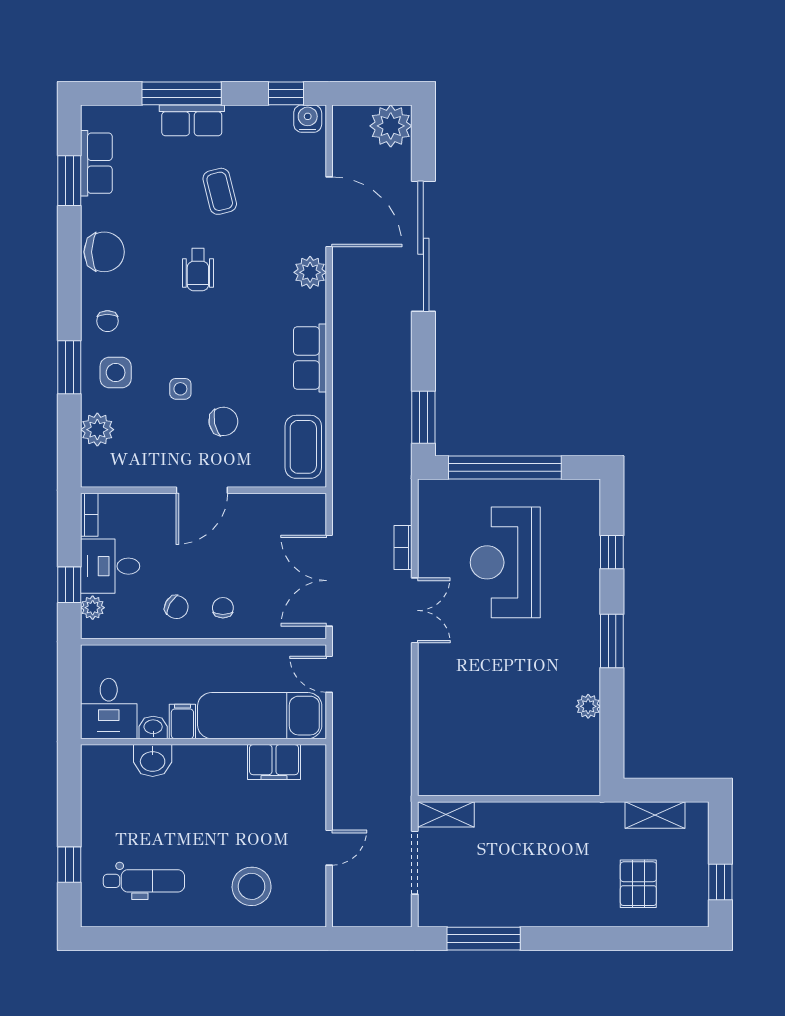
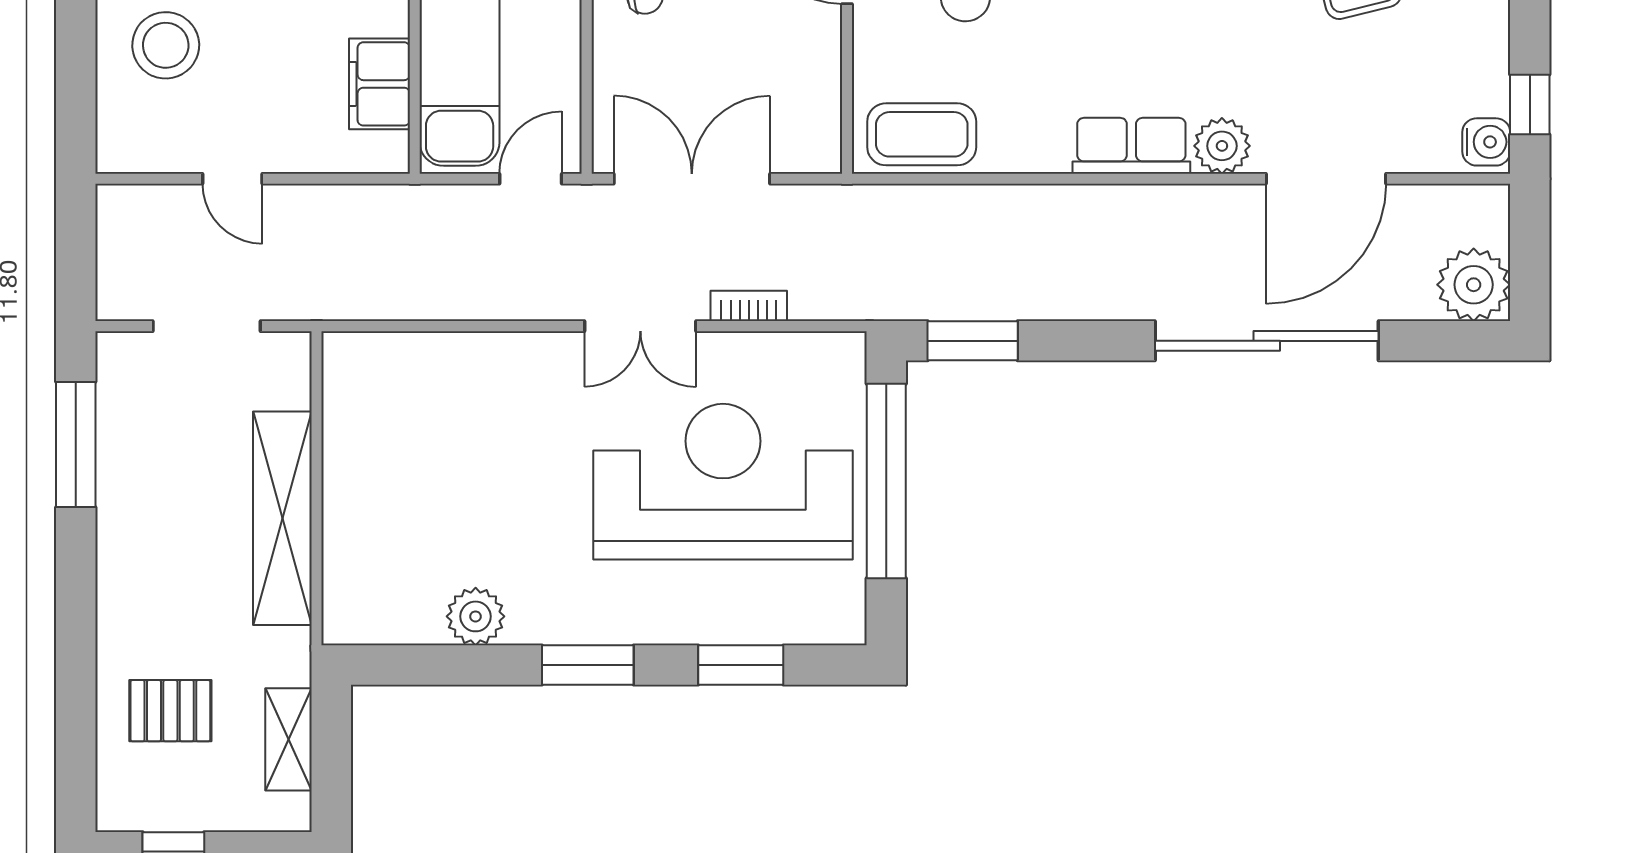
row of seats: (310, 358) -> (1131, 146), moved
window: (612, 552) -> (741, 665), width x1.50
reception desk: (505, 562) -> (723, 482), width x1.36, depth x1.30
plant: (588, 706) -> (476, 616), width x1.38, depth x1.38
shelving: (446, 814) -> (282, 518), moved, width x2.20, depth x1.33

